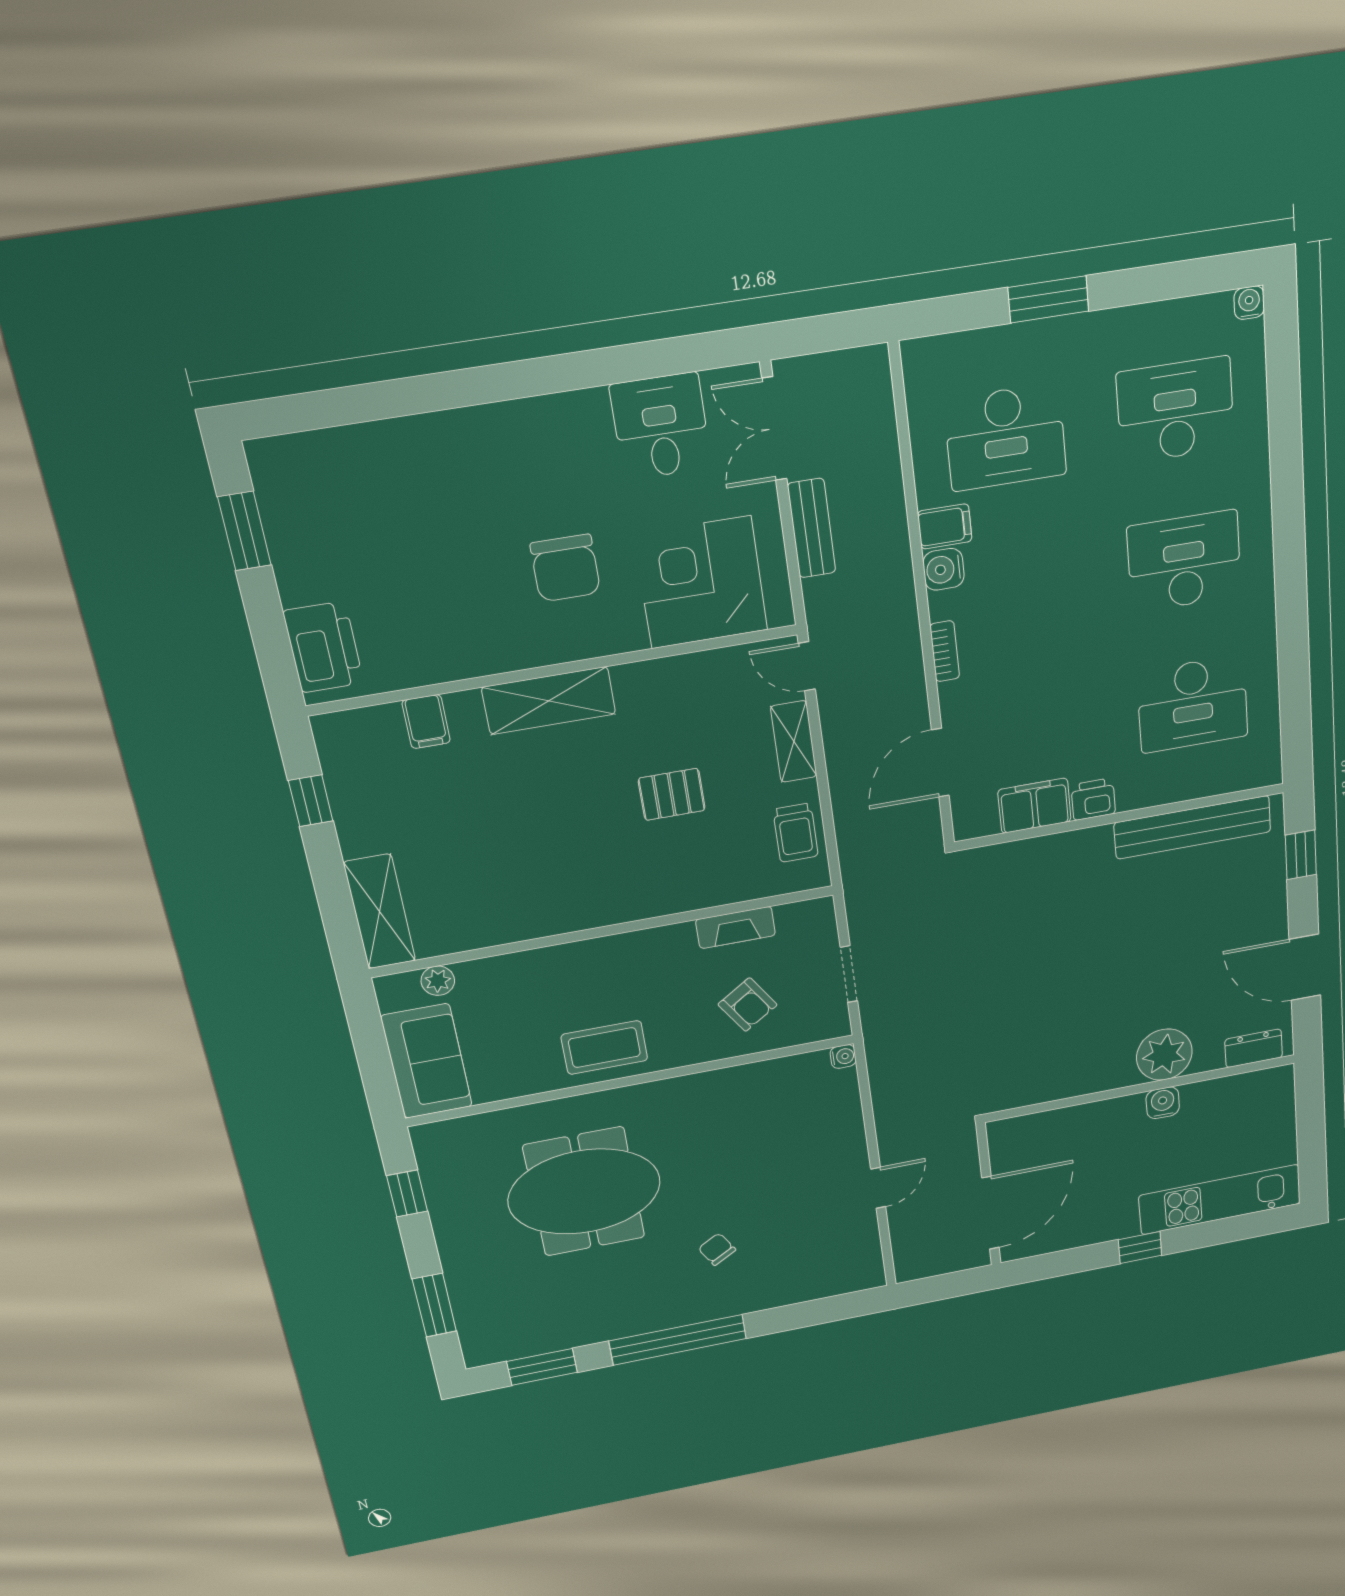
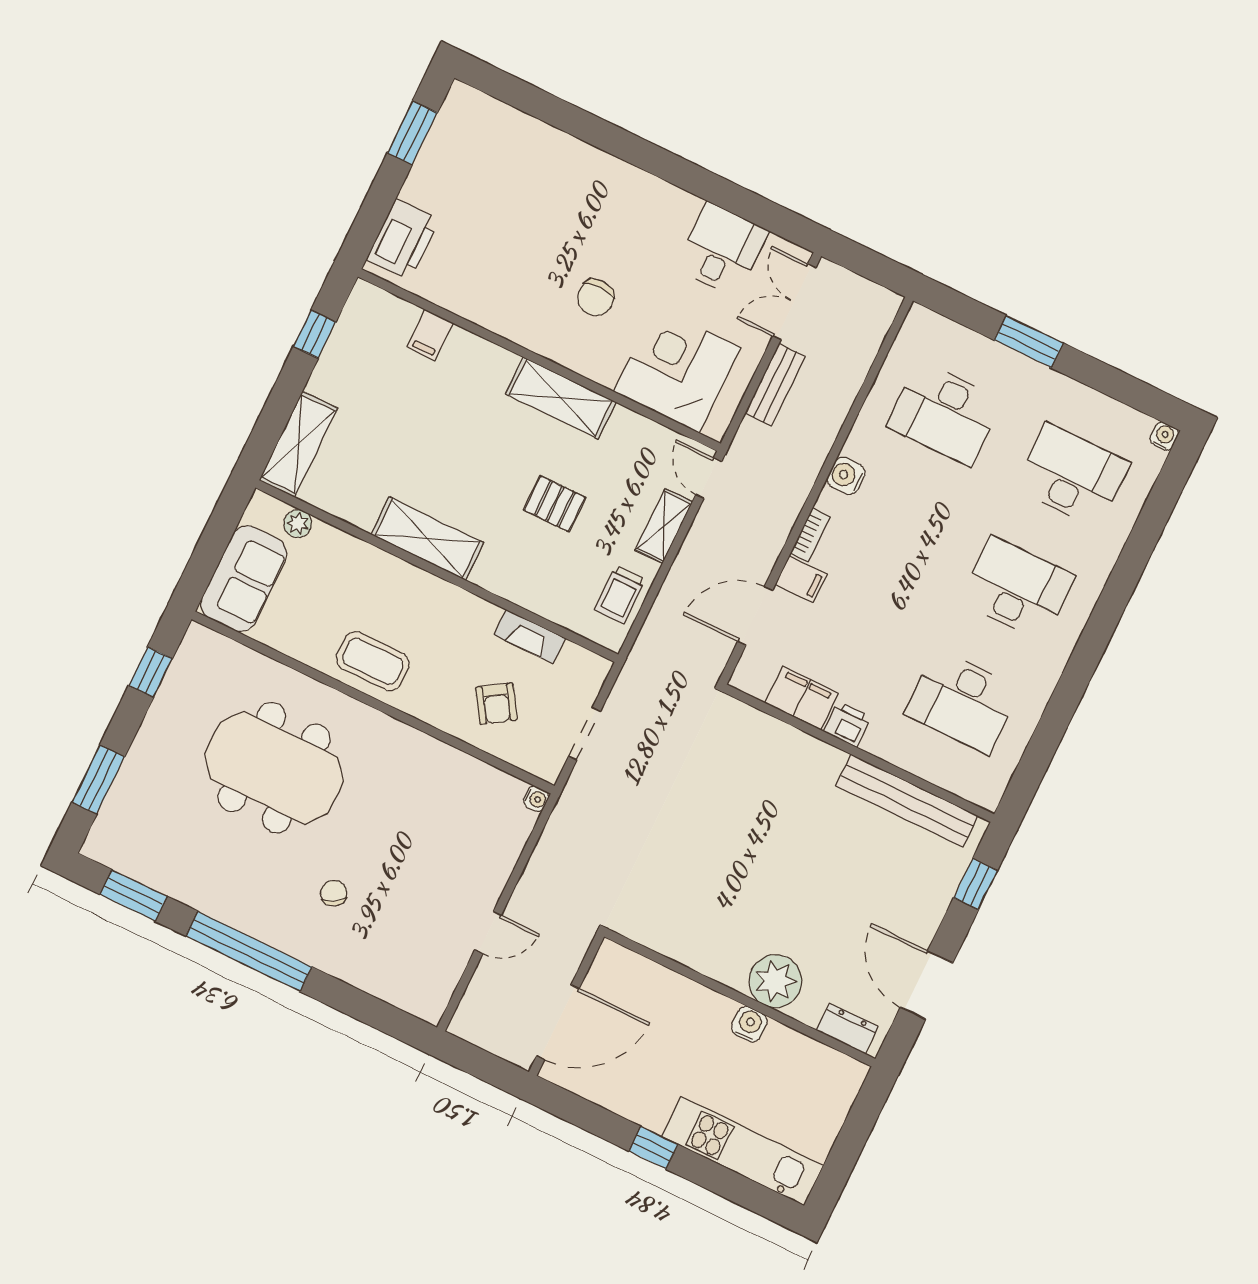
filing cabinet: (945, 526) -> (801, 579), moved
chair: (565, 568) -> (596, 298), width x0.73, depth x0.73
shelving: (549, 701) -> (561, 398), moved
shelving: (572, 909) -> (427, 539), added

